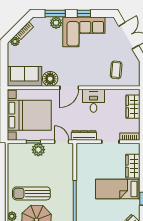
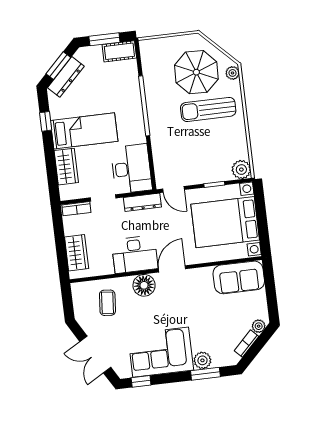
window: (84, 13) -> (141, 381), moved
floor lamp: (50, 79) -> (144, 285), moved
desk: (94, 101) -> (135, 254), width x1.37
plant: (38, 150) -> (241, 170), moved
desk: (89, 159) -> (131, 169), added
sun lounger: (31, 193) -> (208, 109), turned 180

